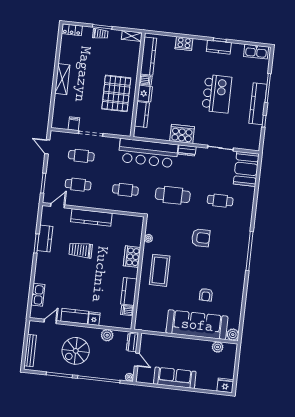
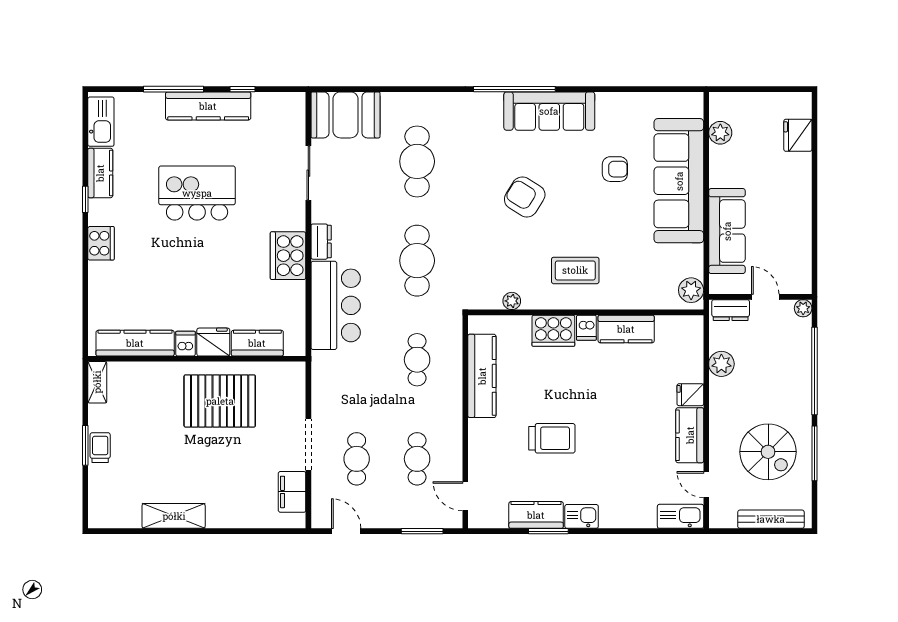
locker: (72, 30) -> (98, 508), removed
cooker: (184, 44) -> (101, 243), moved
kitchen counter: (219, 47) -> (100, 173), moved
shelving: (62, 79) -> (174, 516), moved
filing cabinet: (74, 124) -> (292, 492), width x2.00
door: (47, 147) -> (346, 531), swing flipped
bar counter: (148, 153) -> (336, 305), width x0.73
cafe table: (220, 201) -> (417, 161), width x1.37, depth x1.35
kitchen counter: (91, 217) -> (482, 376), moved
armchair: (201, 238) -> (525, 197), moved, turned -58
trolley: (81, 250) -> (552, 438), turned -90
kitchen sink: (42, 260) -> (582, 516), added
sofa: (237, 266) -> (549, 111), added
coffee table: (160, 270) -> (575, 270), width x0.73, depth x0.76
kitchen sink: (38, 295) -> (681, 516), moved
dishwasher: (127, 310) -> (586, 328), moved
plant: (233, 335) -> (691, 290), moved
spiral stairs: (76, 351) -> (768, 452), moved
door: (137, 360) -> (765, 297), hinge flipped
sofa: (175, 378) -> (727, 231), moved, turned 180
fridge: (225, 385) -> (798, 135), moved

